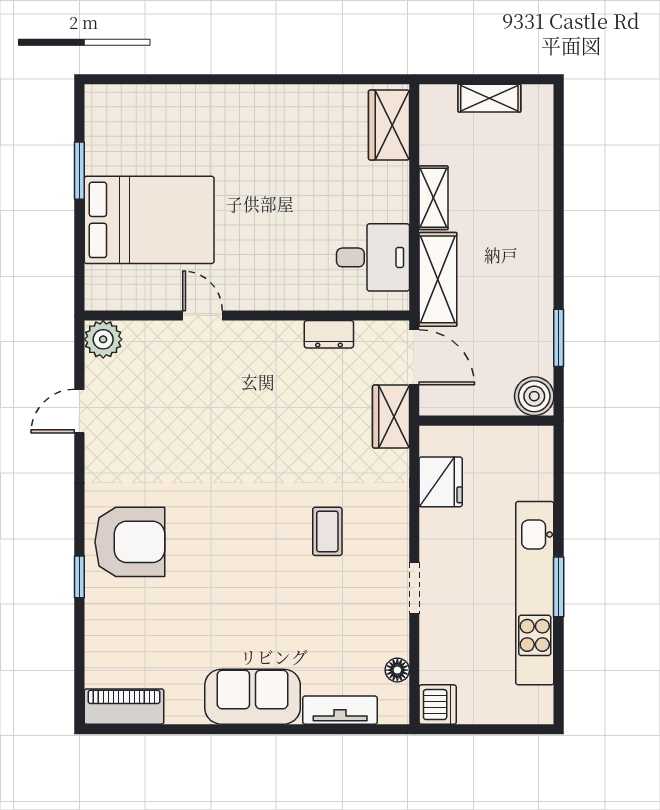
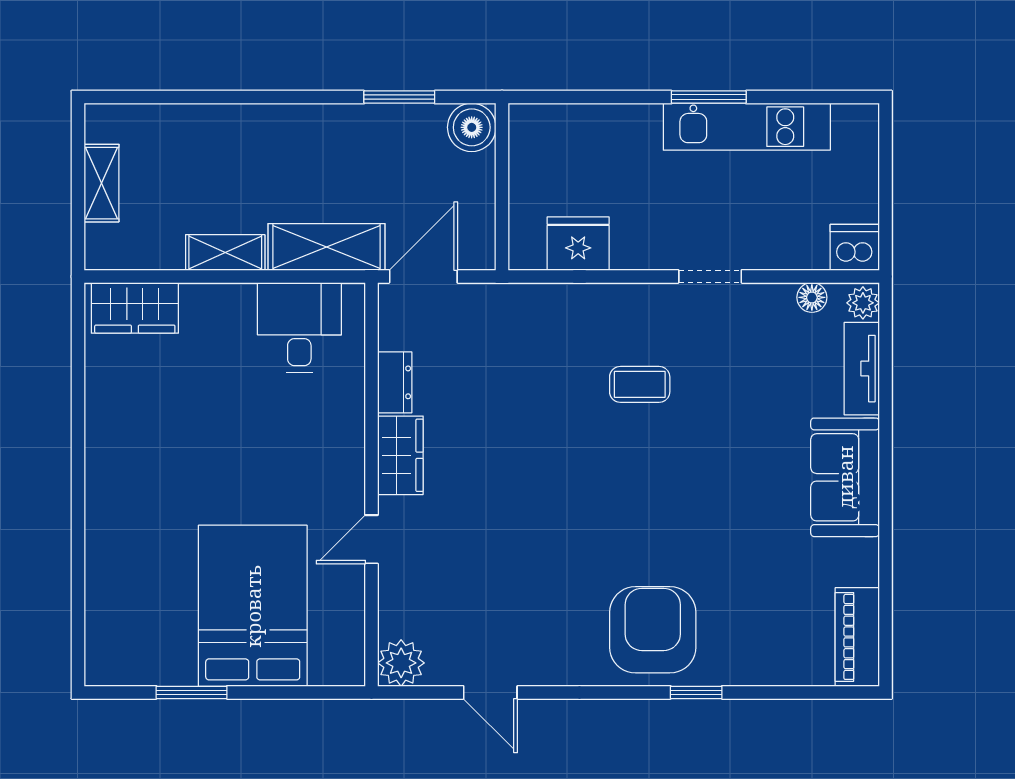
wardrobe: (391, 417) -> (400, 455), moved, turned -90
kitchen unit: (535, 593) -> (747, 127), width x0.73
plant: (393, 711) -> (863, 303), added

